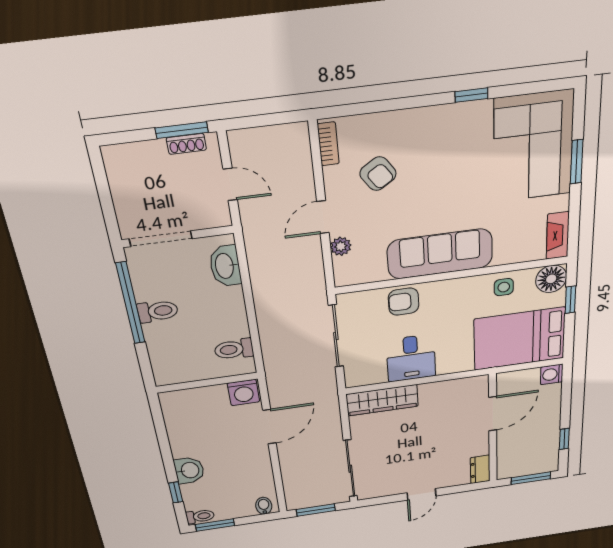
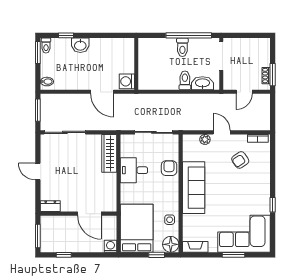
toilet: (234, 349) -> (185, 80), moved

